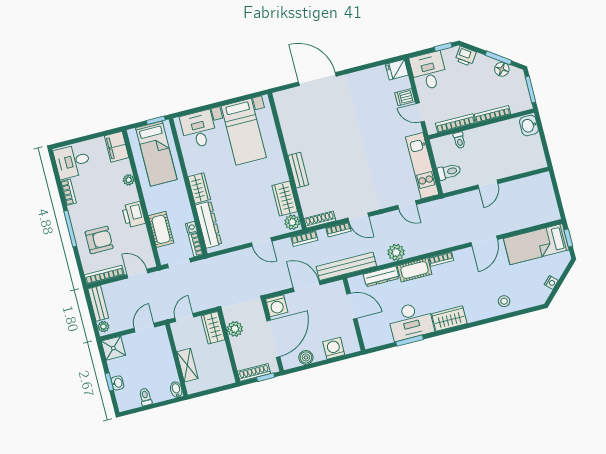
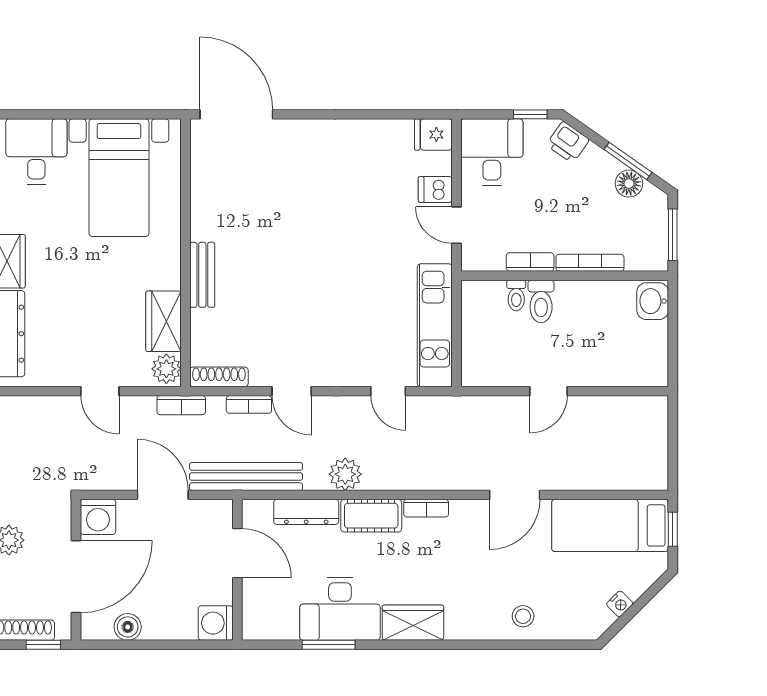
door: (317, 79) -> (236, 114), moved
bookcase: (455, 123) -> (530, 262), width x0.64
toilet: (449, 172) -> (541, 301), moved, turned 90
washing machine: (334, 348) -> (216, 623), moved, turned -90

